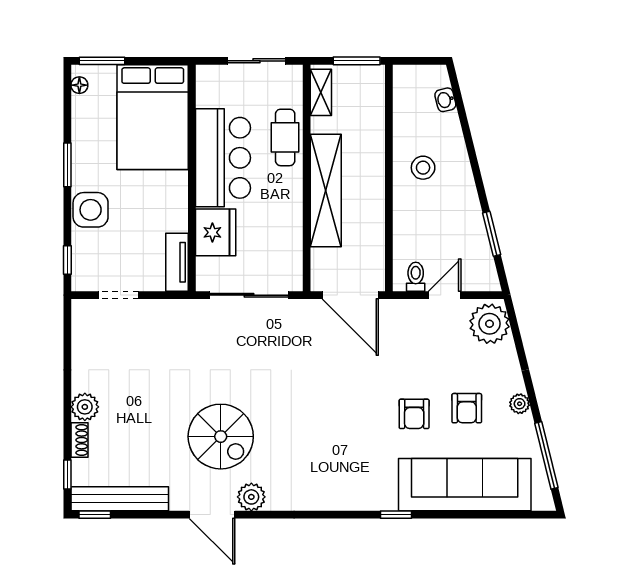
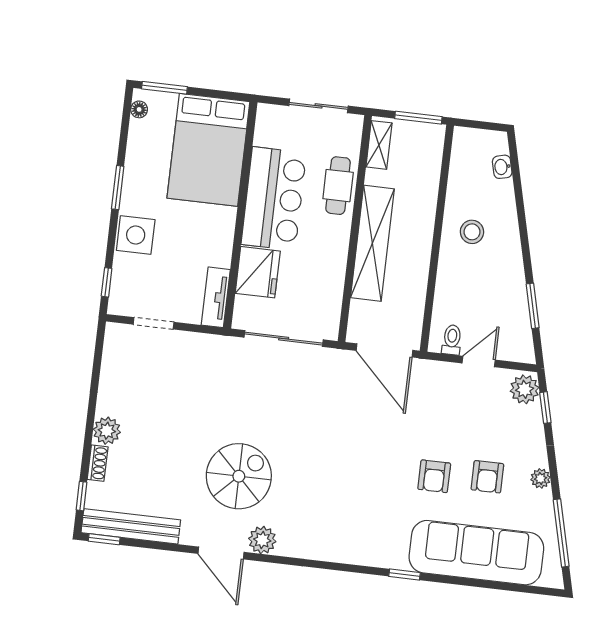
plant: (490, 324) -> (525, 389), width x0.73, depth x0.73
window: (516, 333) -> (545, 408), added
spiral stairs: (221, 437) -> (239, 476), turned -90

